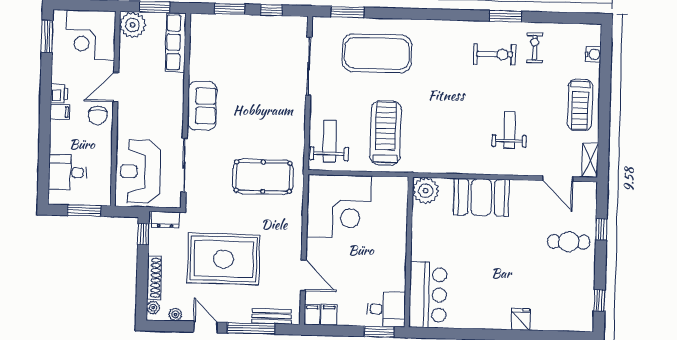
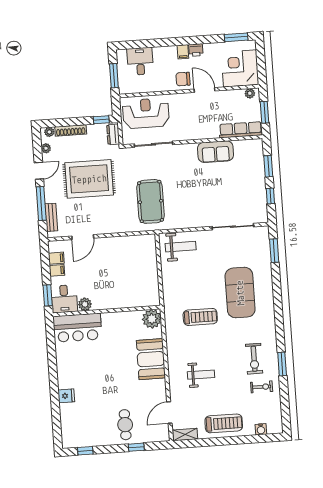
plant: (133, 25) -> (250, 93), width x0.53, depth x0.53
exercise mat: (377, 53) -> (240, 293), moved
treadmill: (580, 105) -> (224, 423), turned 180
sofa: (202, 106) -> (216, 152), moved
treadmill: (386, 133) -> (200, 317), moved, width x0.73, depth x0.73
corner desk: (339, 207) -> (134, 258), removed
rug: (224, 259) -> (89, 179), turned 90
plant: (397, 281) -> (85, 304), added
filing cabinet: (312, 315) -> (57, 270), moved

